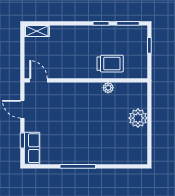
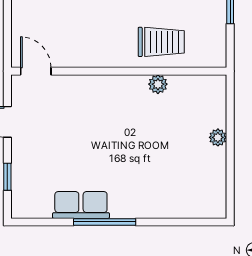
plant: (138, 118) -> (218, 137), width x0.53, depth x0.53
row of seats: (32, 148) -> (81, 205), moved, turned -90

